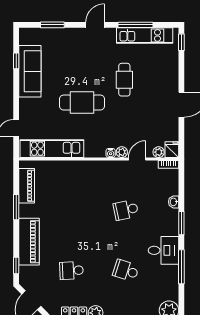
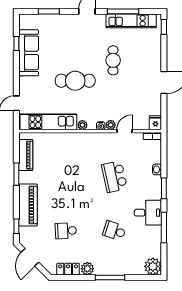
plant: (159, 152) -> (82, 125), moved
school desk: (126, 210) -> (114, 177), width x1.85

